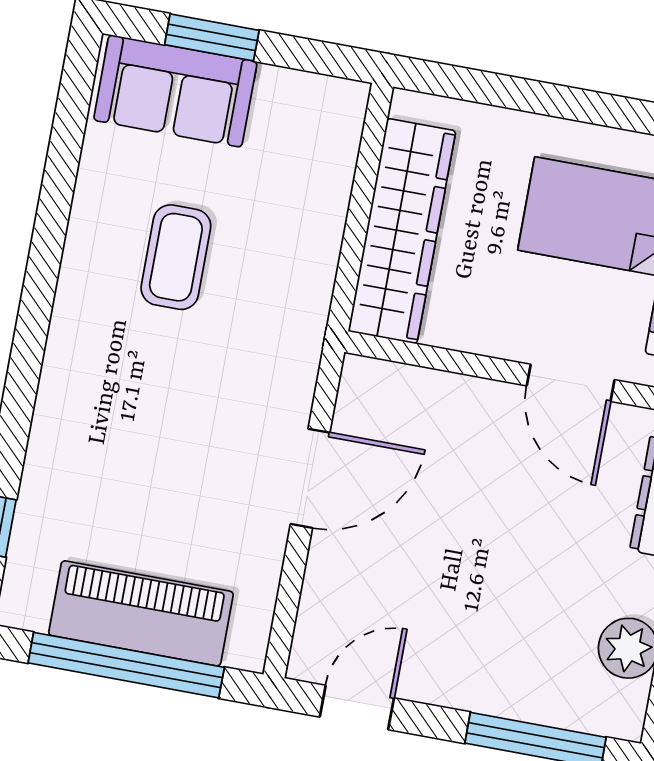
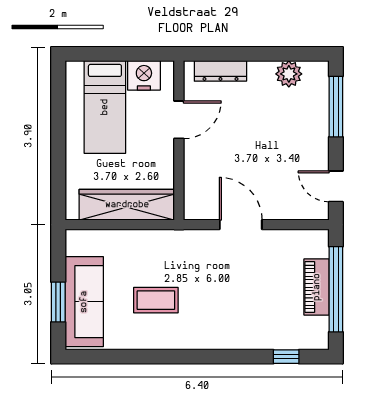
sofa: (175, 91) -> (84, 302), width x1.36
piano: (141, 613) -> (317, 287), width x0.73, depth x0.75

